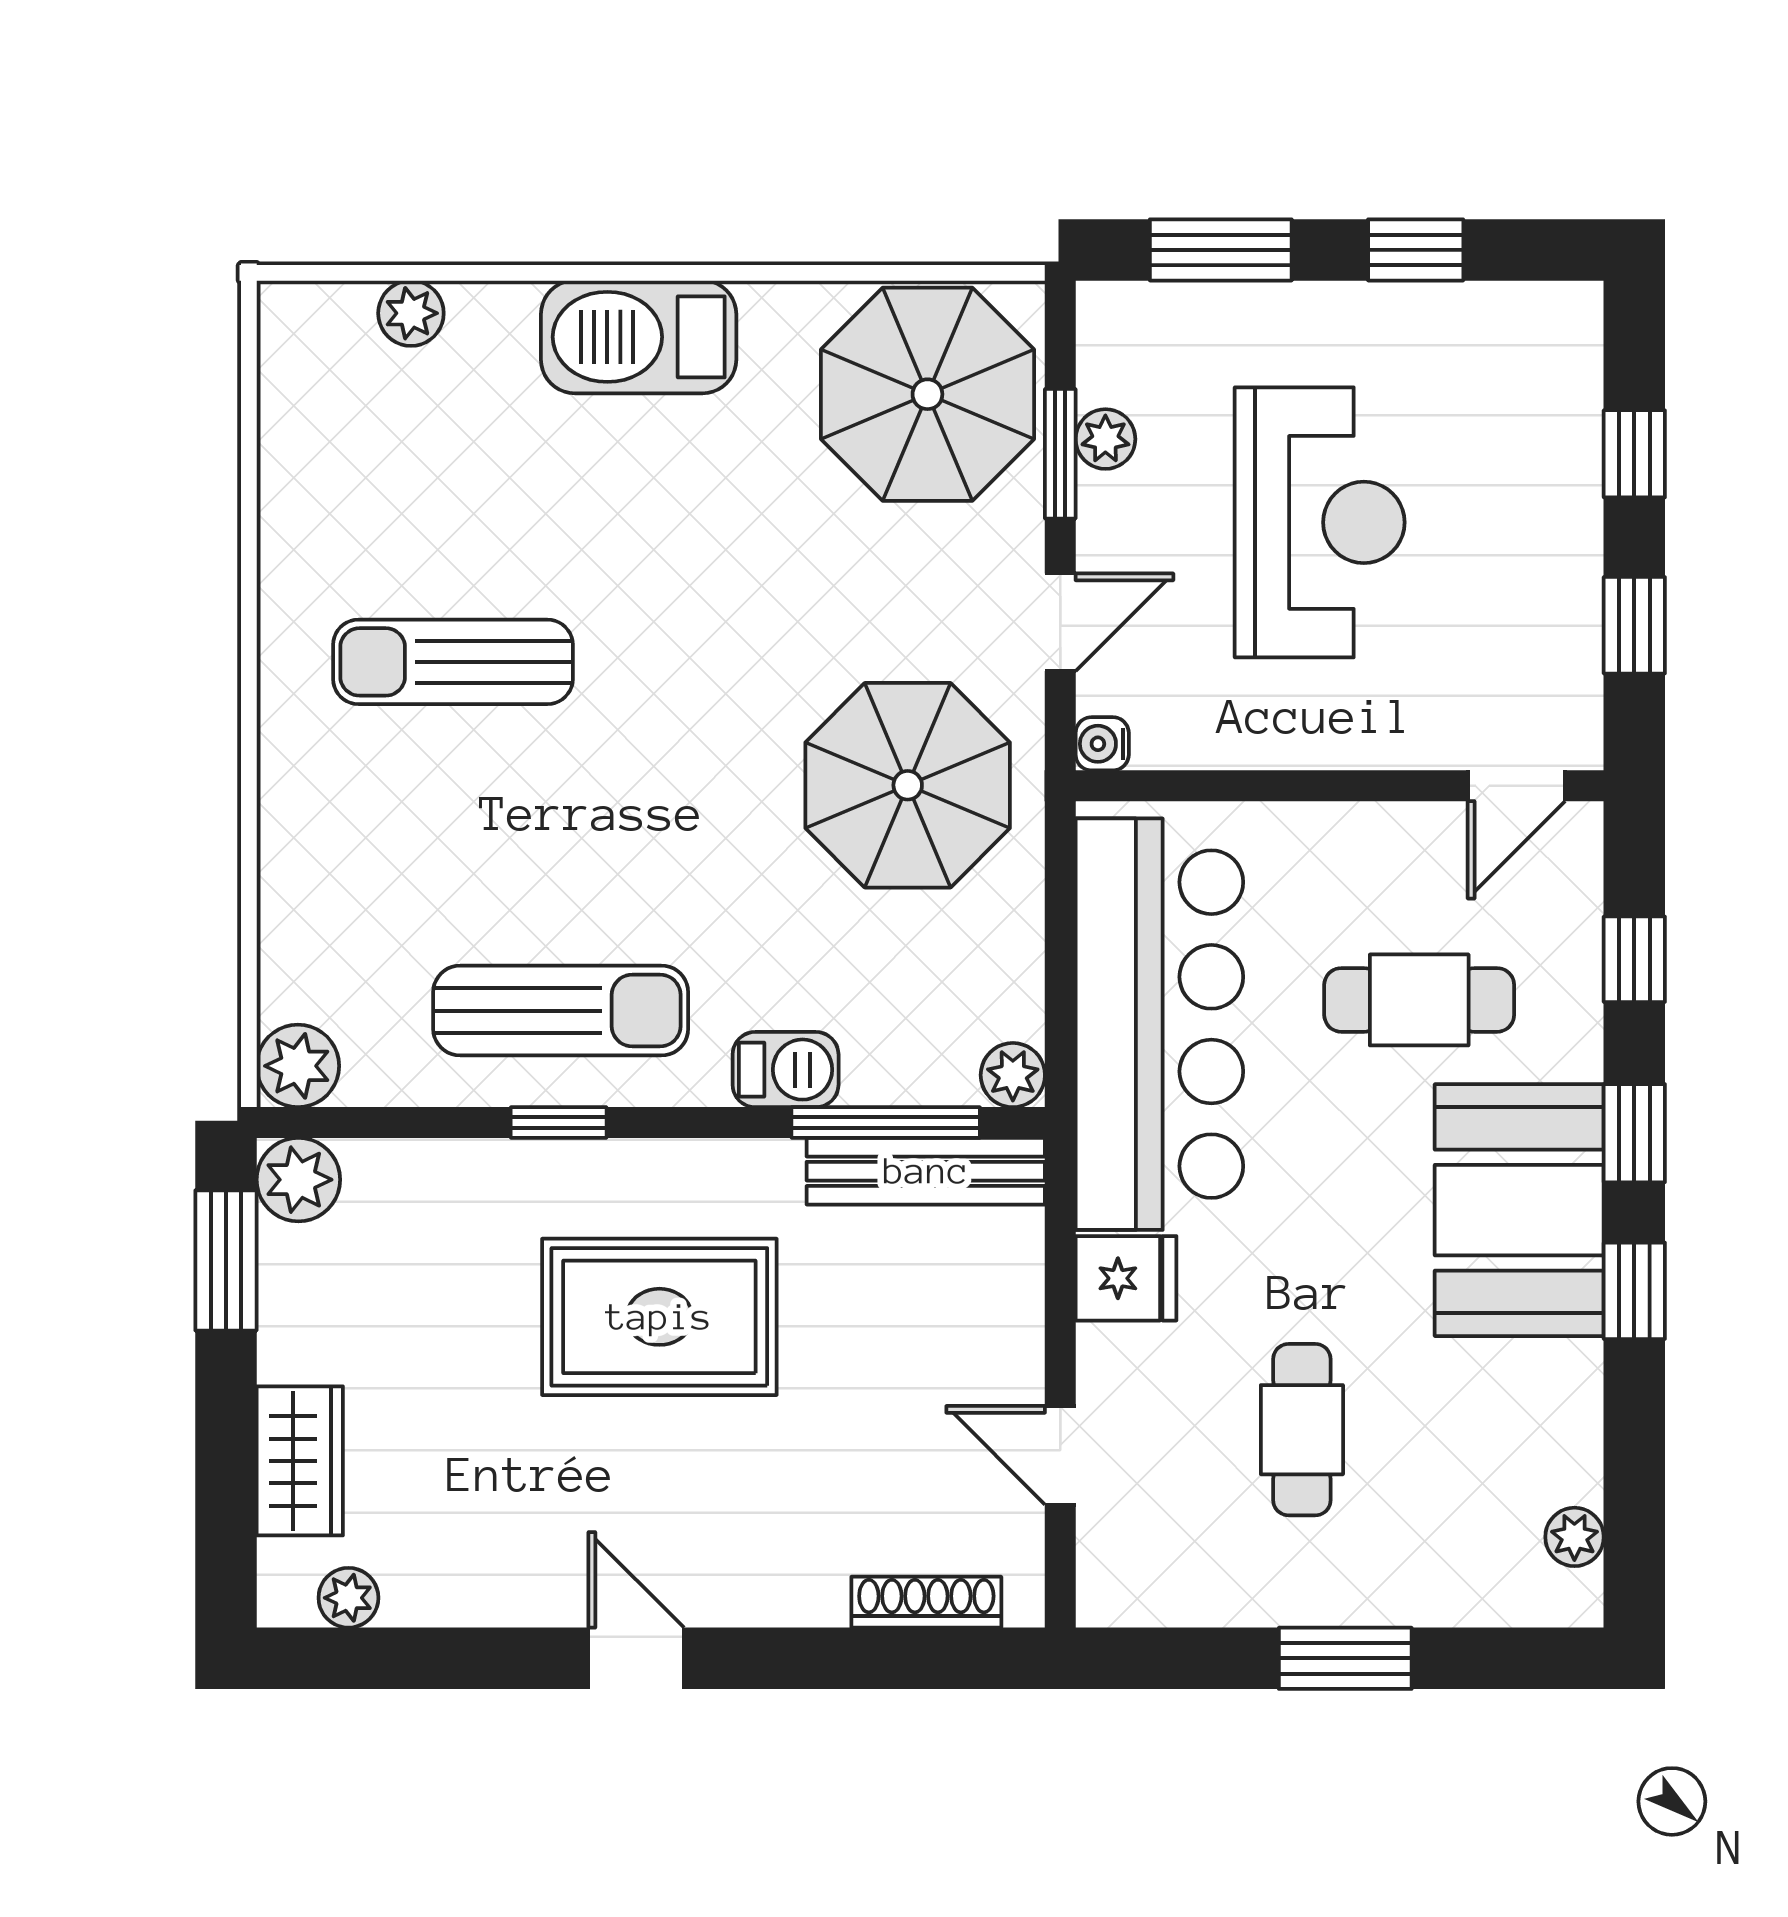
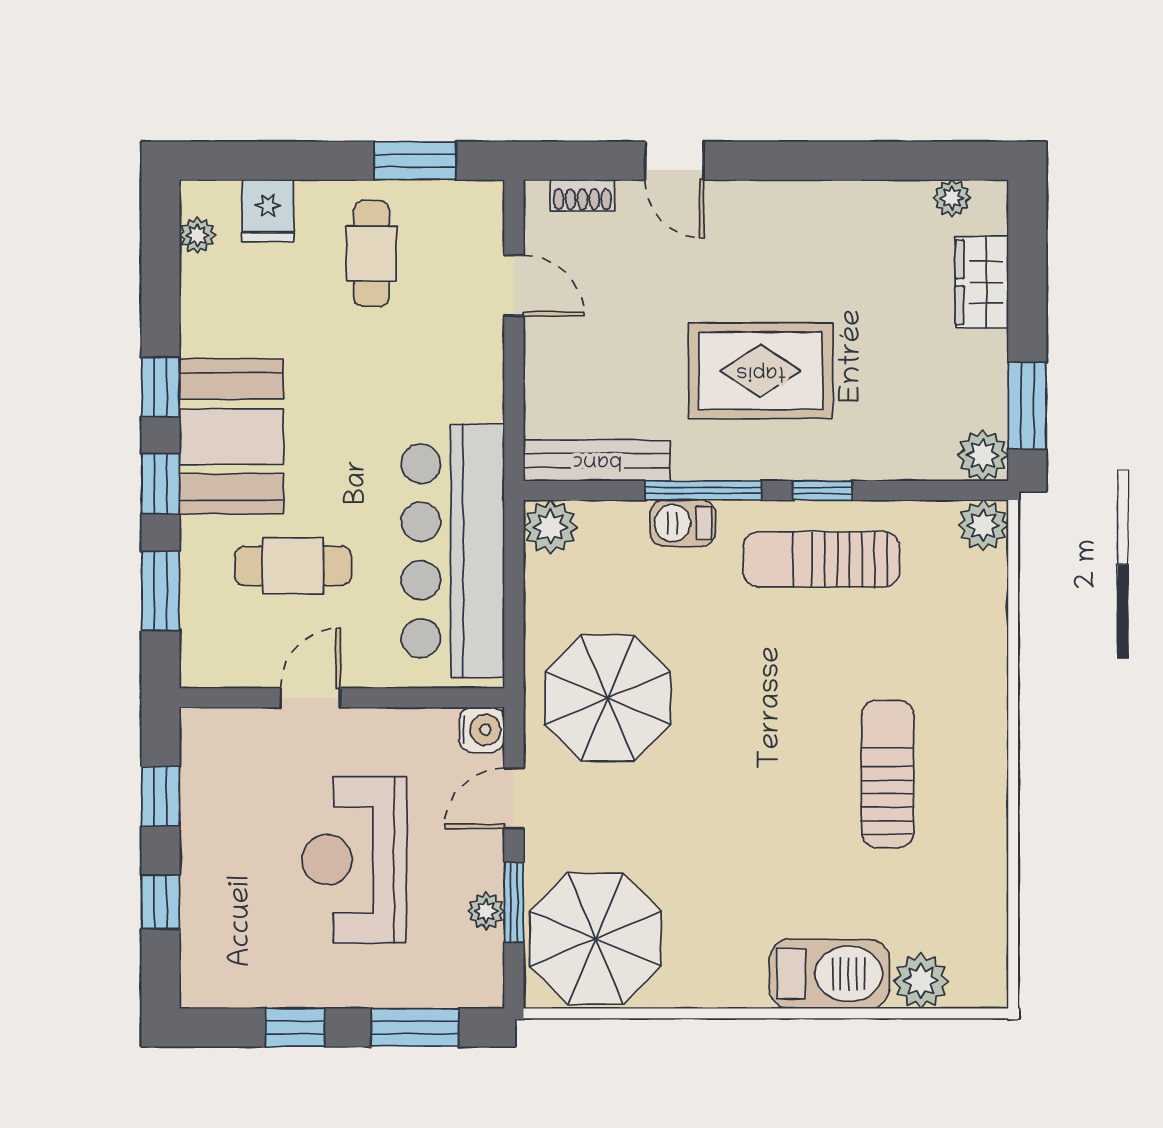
plant: (411, 313) -> (921, 981), width x1.38, depth x1.38
barbecue: (639, 337) -> (829, 974), moved
sun lounger: (453, 662) -> (888, 774), turned -90
water cooler: (1102, 744) -> (482, 730), width x1.38, depth x1.38
door: (1516, 786) -> (310, 698), moved
window: (1634, 959) -> (161, 591), width x1.50
plant: (1013, 1075) -> (550, 527), width x1.38, depth x1.38
window: (886, 1123) -> (703, 490), moved
fridge: (1126, 1278) -> (268, 211), moved, turned -90
cafe table: (1302, 1430) -> (371, 254), moved
shoe rack: (926, 1602) -> (582, 195), width x0.70
door: (636, 1658) -> (675, 161), moved
window: (1345, 1658) -> (415, 161), moved

